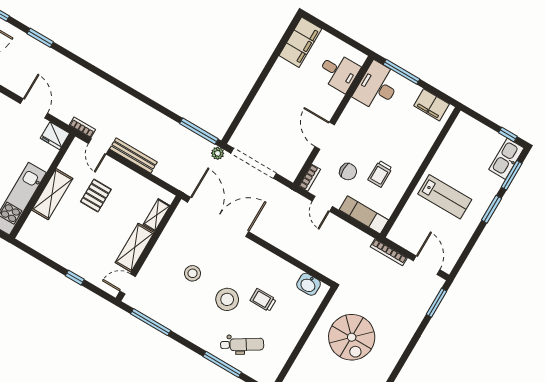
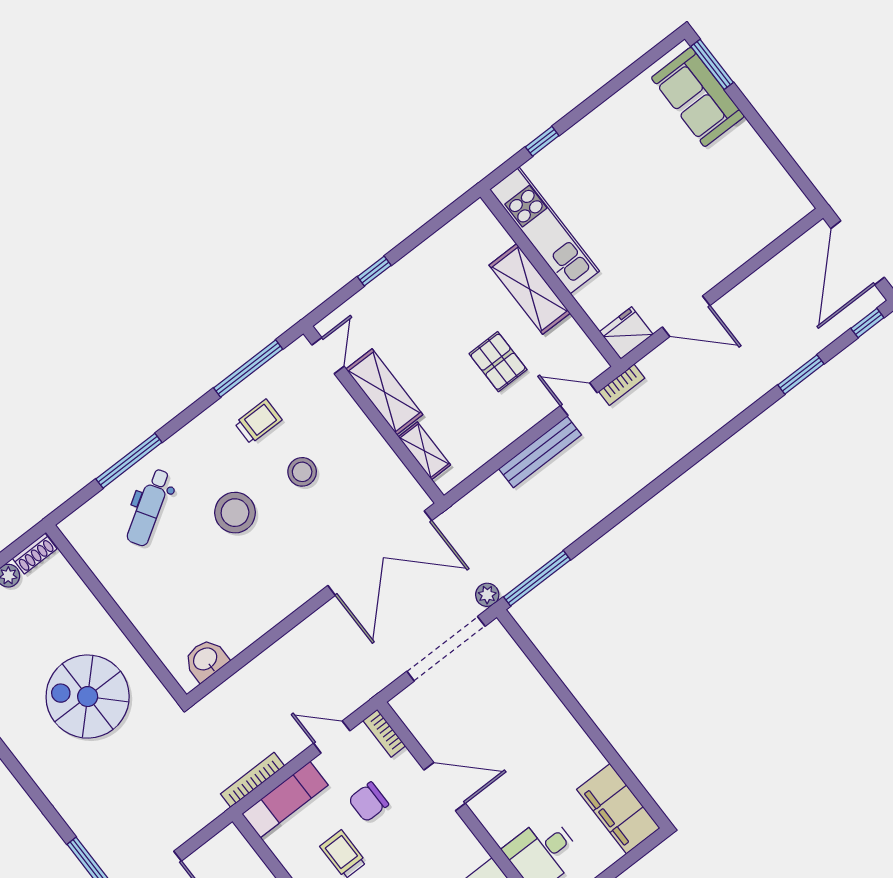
bookcase: (389, 252) -> (253, 780), moved
trolley: (263, 300) -> (258, 422), moved

